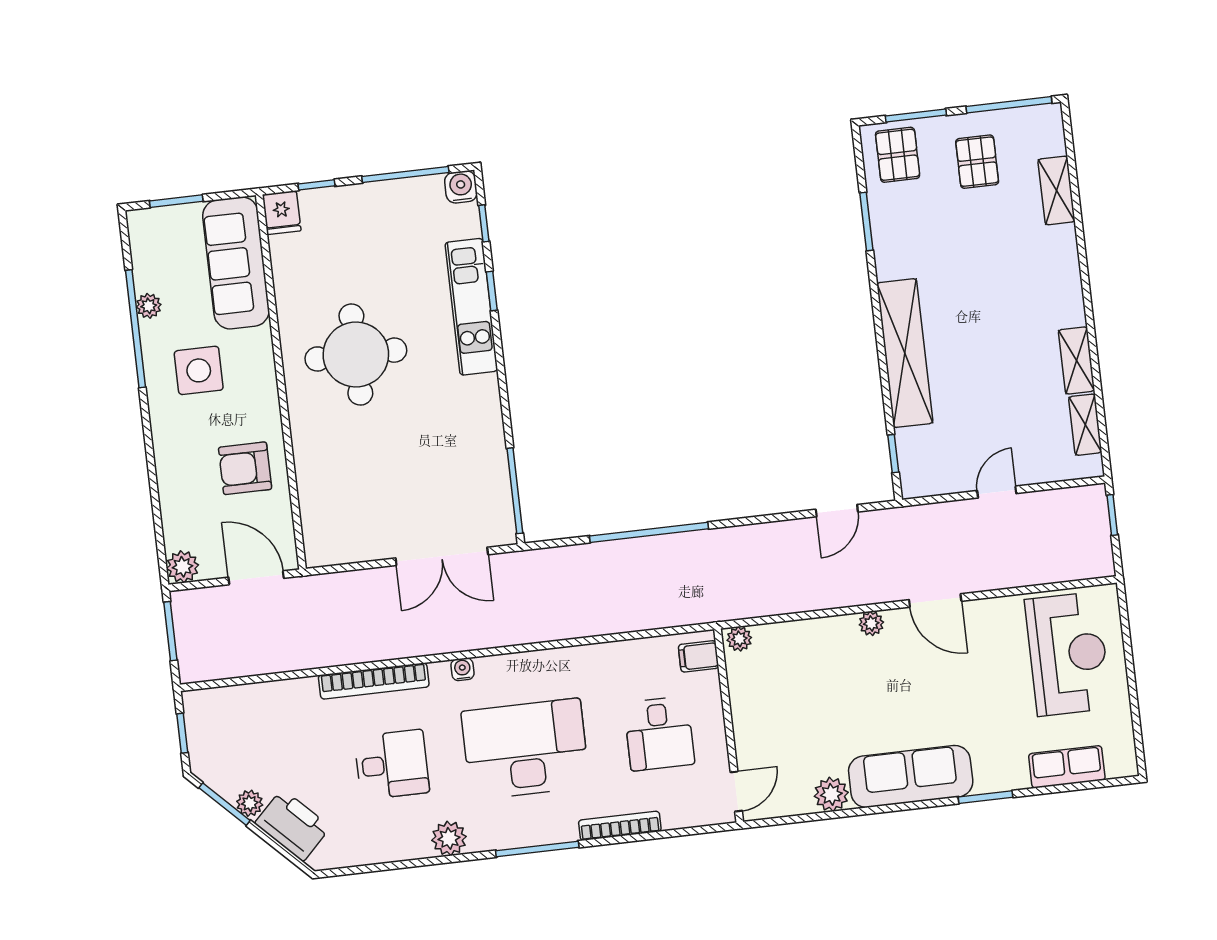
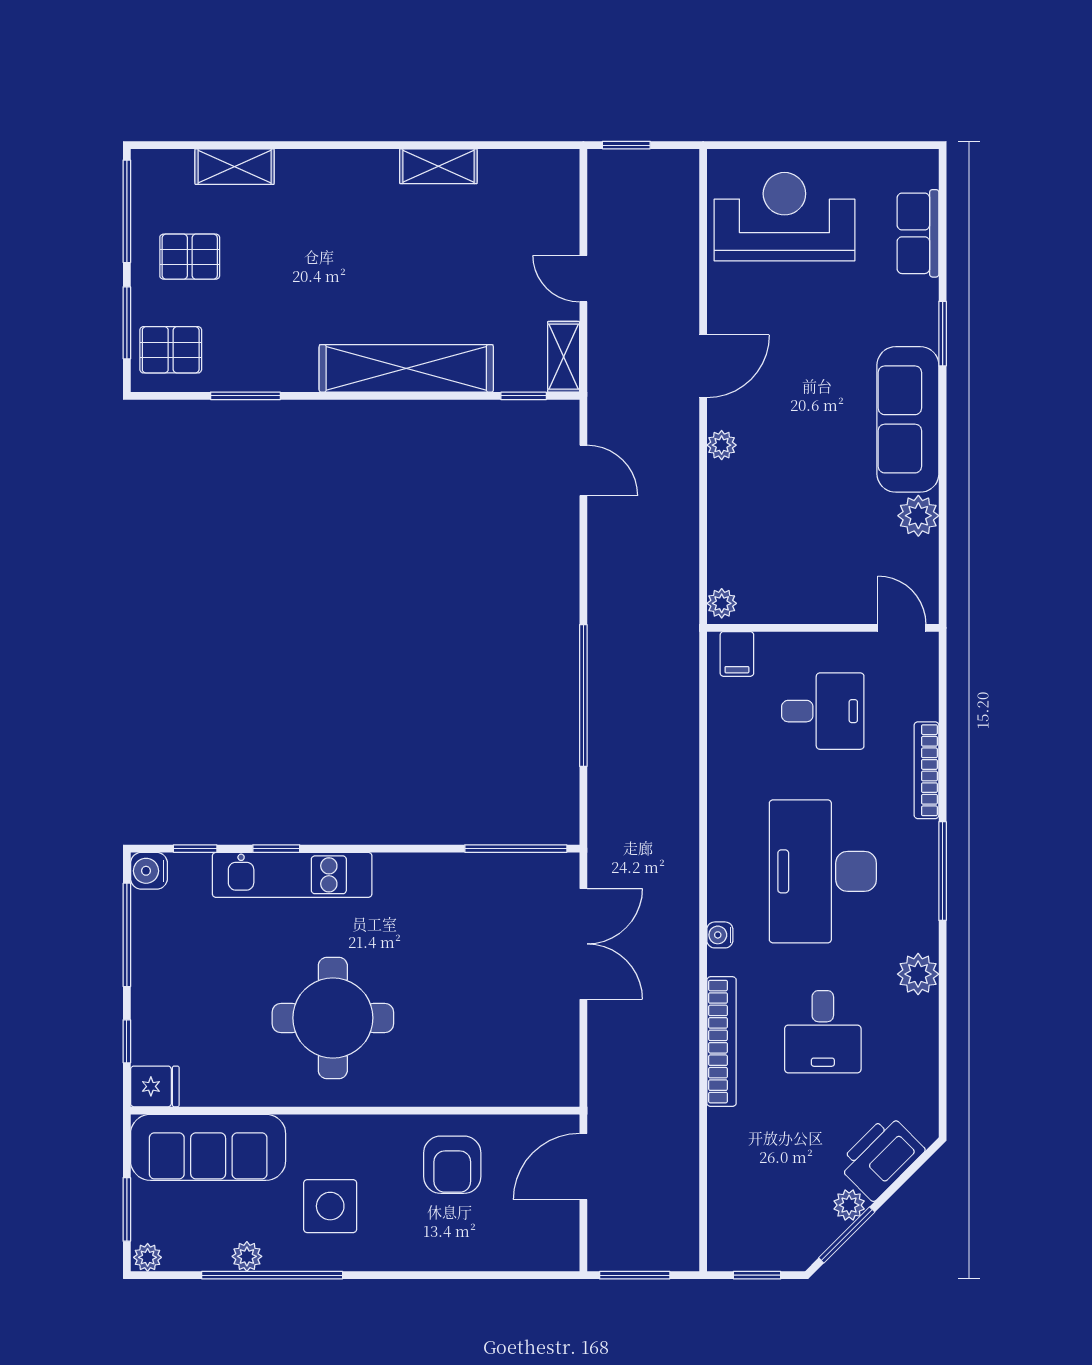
shelving: (1085, 425) -> (564, 357), moved, turned 90
plant: (183, 567) -> (148, 1257), moved, width x0.73, depth x0.73
desk: (392, 765) -> (823, 1032), turned 180

